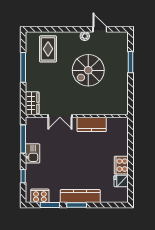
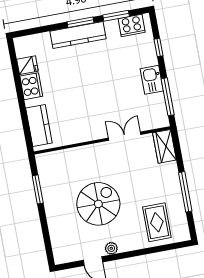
window: (131, 62) -> (38, 189), moved
kitchen counter: (92, 124) -> (39, 126), moved, turned 90

